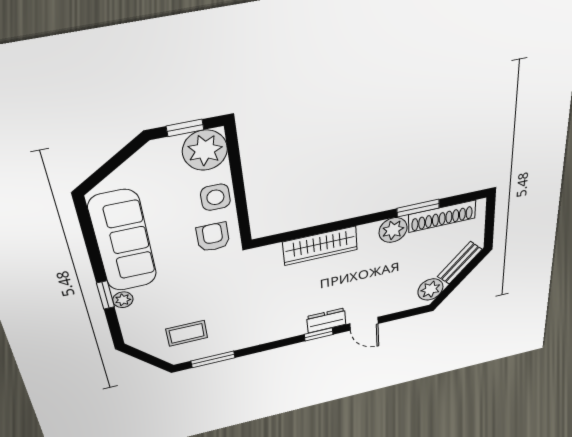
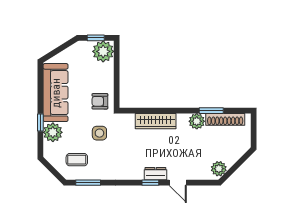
side table: (215, 197) -> (99, 133), moved
armchair: (213, 237) -> (100, 101), turned -90
bench: (460, 263) -> (237, 154), removed
plant: (123, 300) -> (53, 132), width x1.87, depth x1.87

